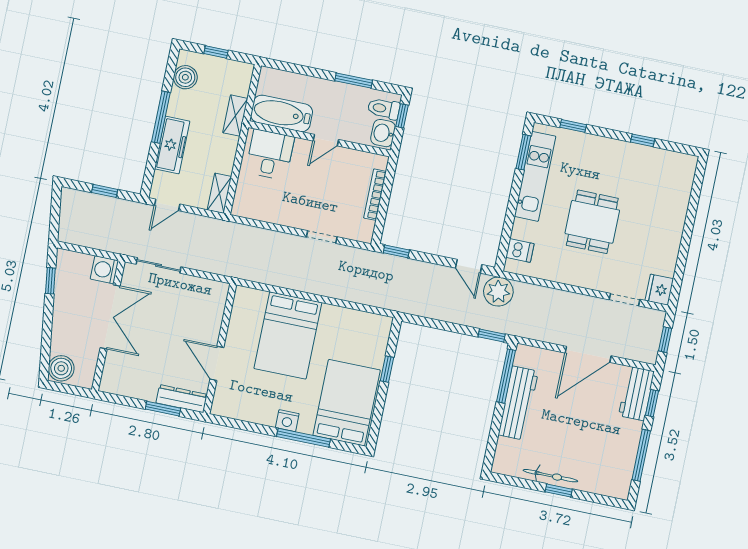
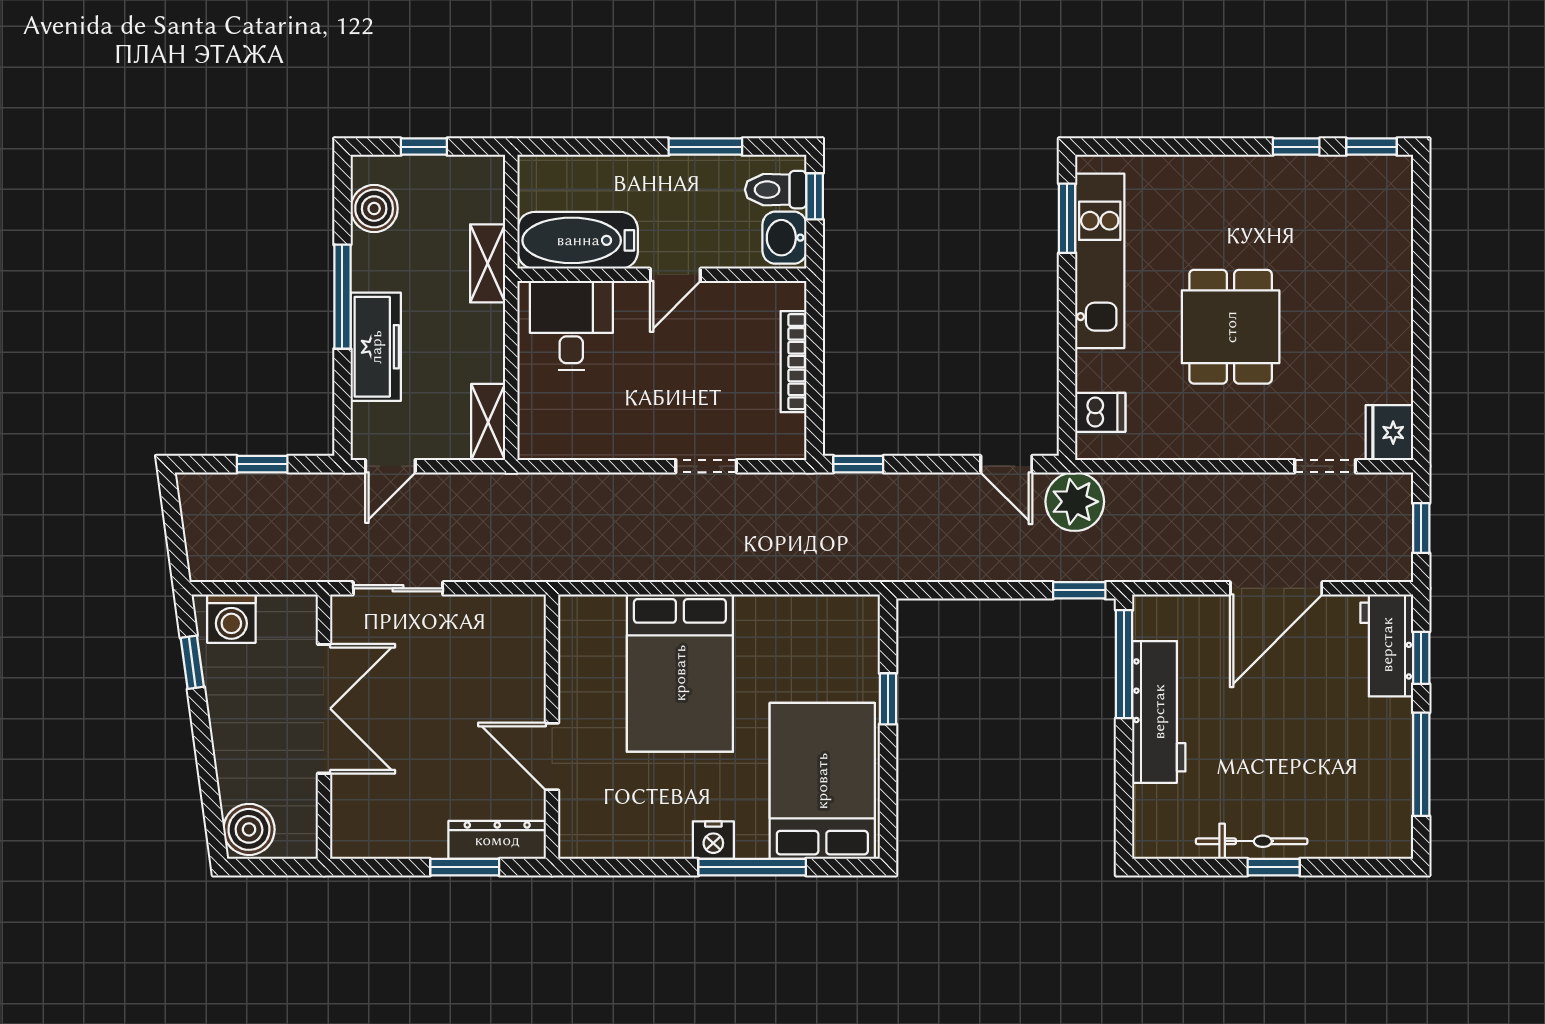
window: (573, 126) -> (1372, 147), moved
washing machine: (104, 270) -> (231, 619), moved, turned -90

